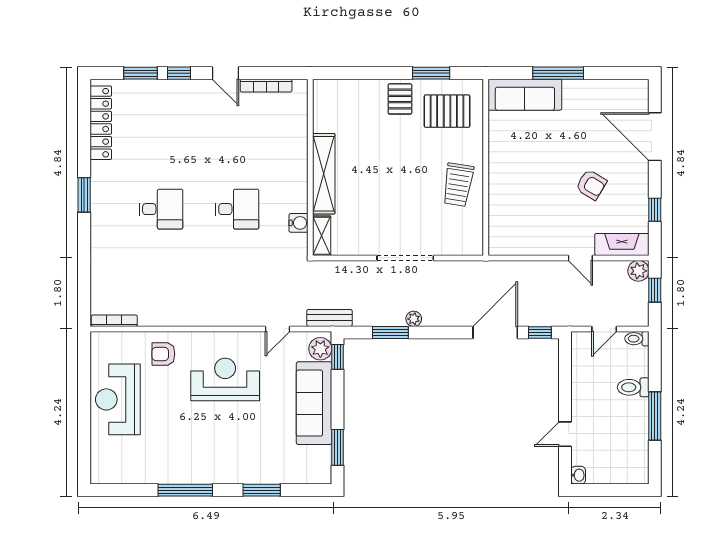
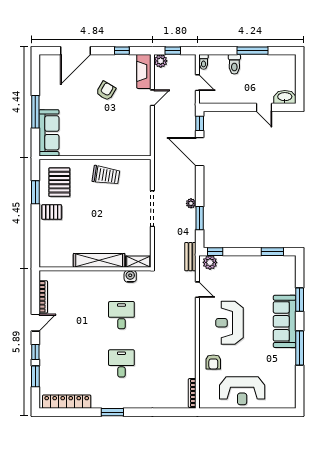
sofa: (314, 403) -> (285, 321), moved, turned 90
washbasin: (578, 475) -> (285, 97), width x1.91, depth x1.45

